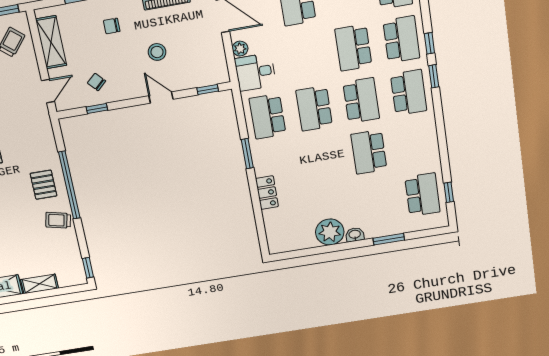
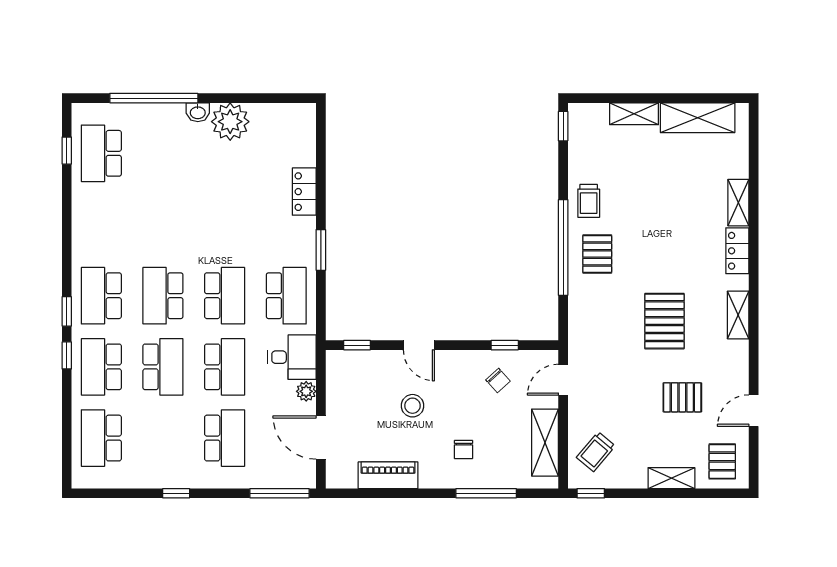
chair: (112, 26) -> (464, 449), turned 90
school desk: (369, 152) -> (225, 367), moved
trolley: (58, 220) -> (589, 201), turned 77
window: (389, 239) -> (154, 98), width x2.11

